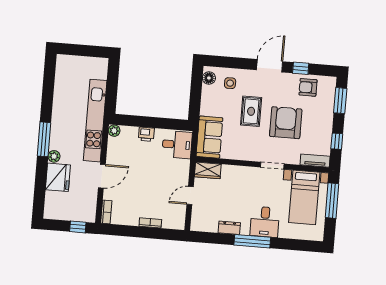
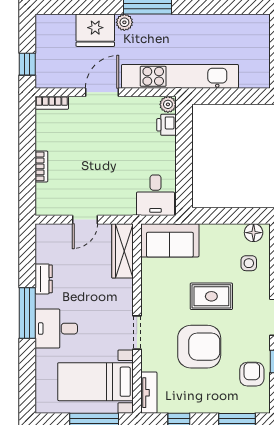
printer: (146, 134) -> (167, 125), moved
wardrobe: (208, 170) -> (122, 251), width x1.50
door: (102, 176) -> (102, 92), swing flipped
door: (190, 195) -> (85, 220), swing flipped

